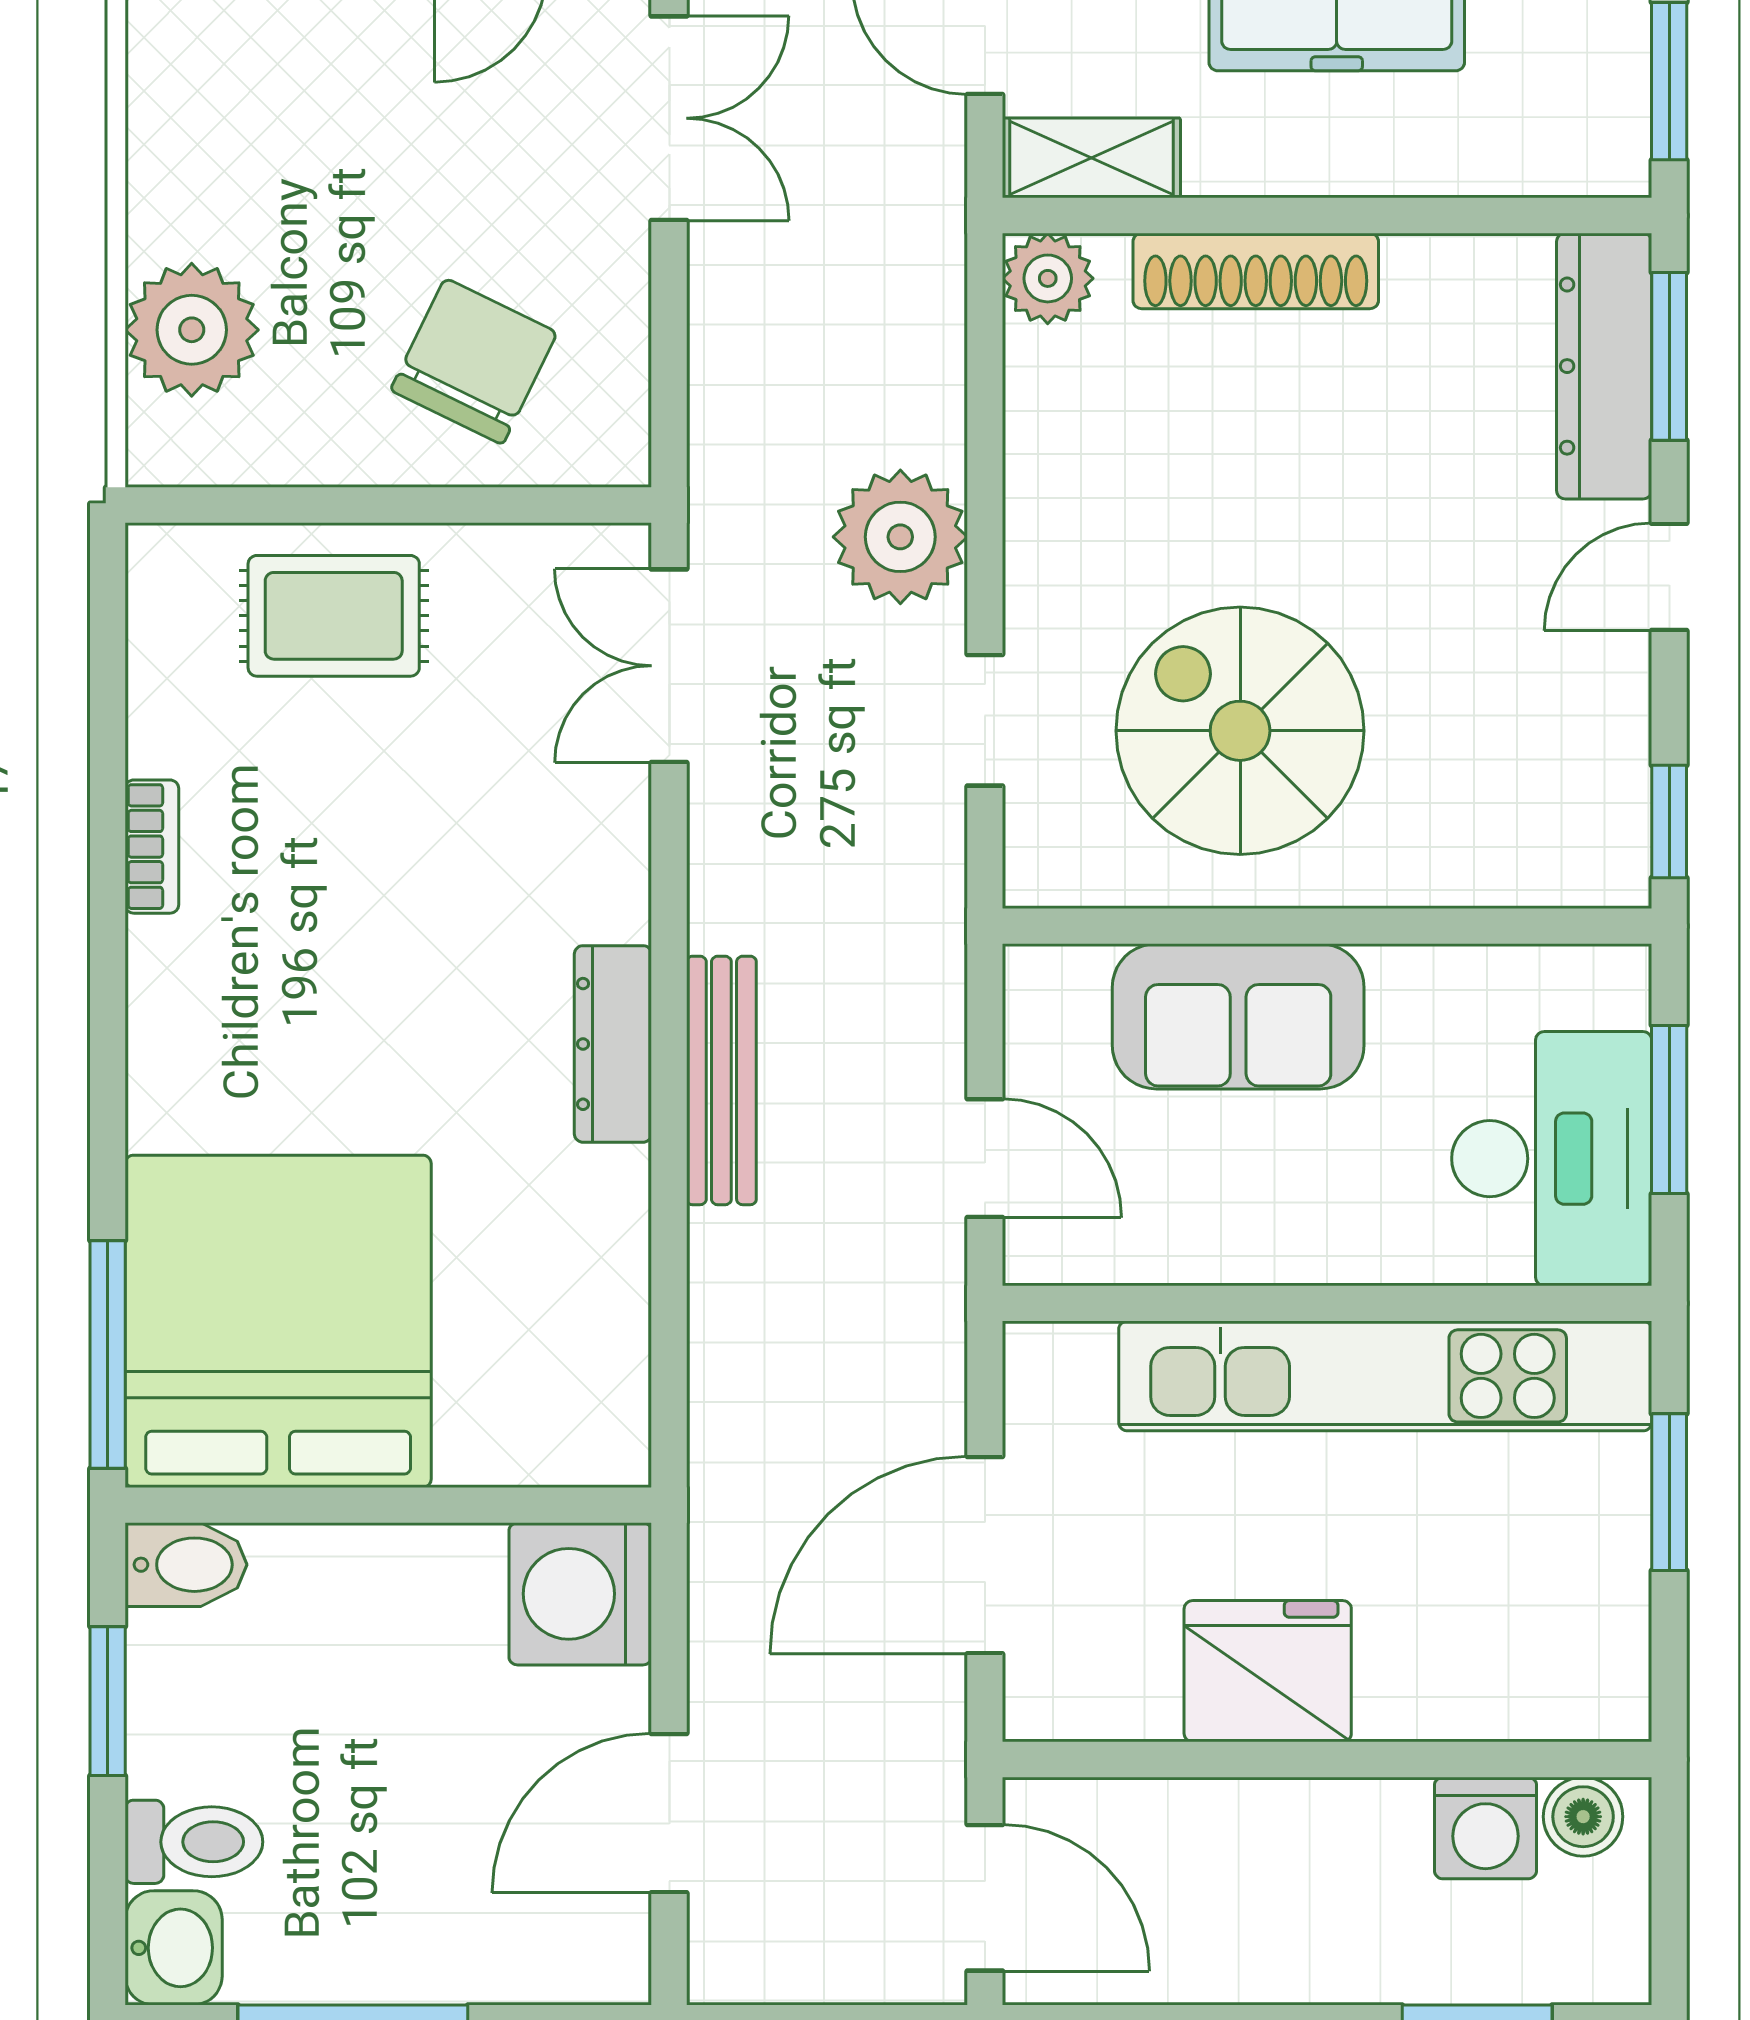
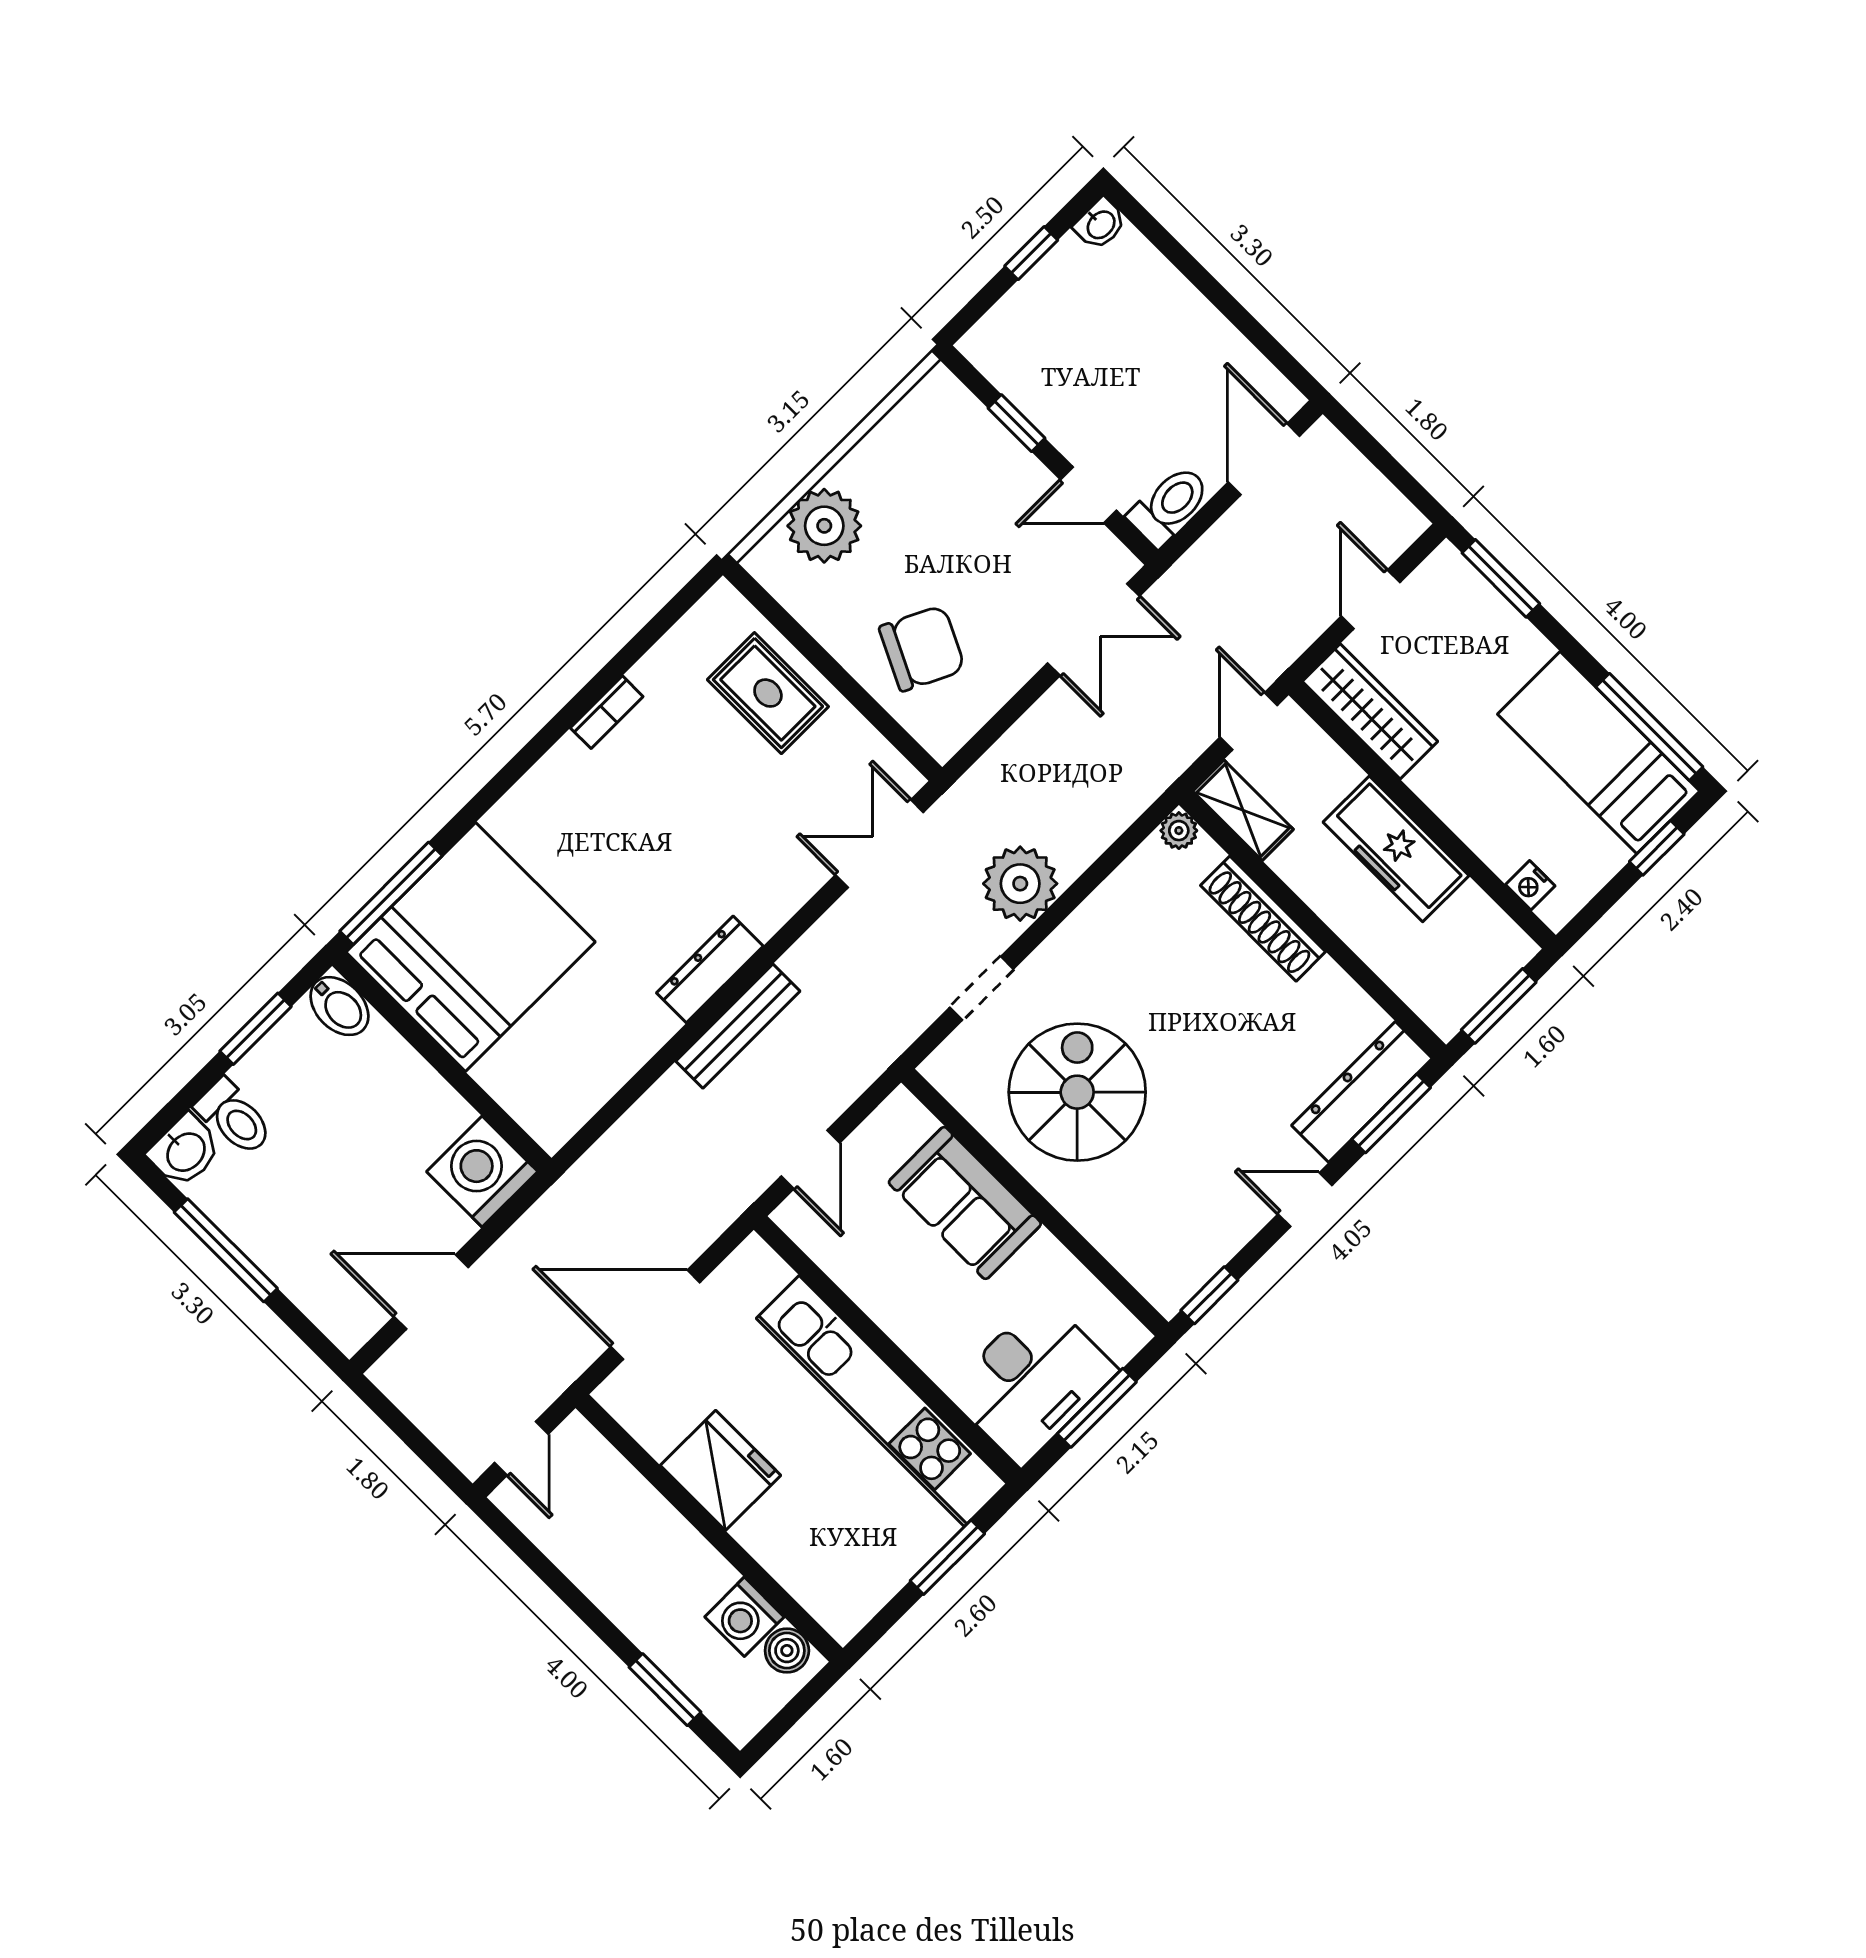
plant: (1048, 278) -> (1179, 831), width x0.73, depth x0.73
door: (985, 1898) -> (521, 1448), width x0.73

